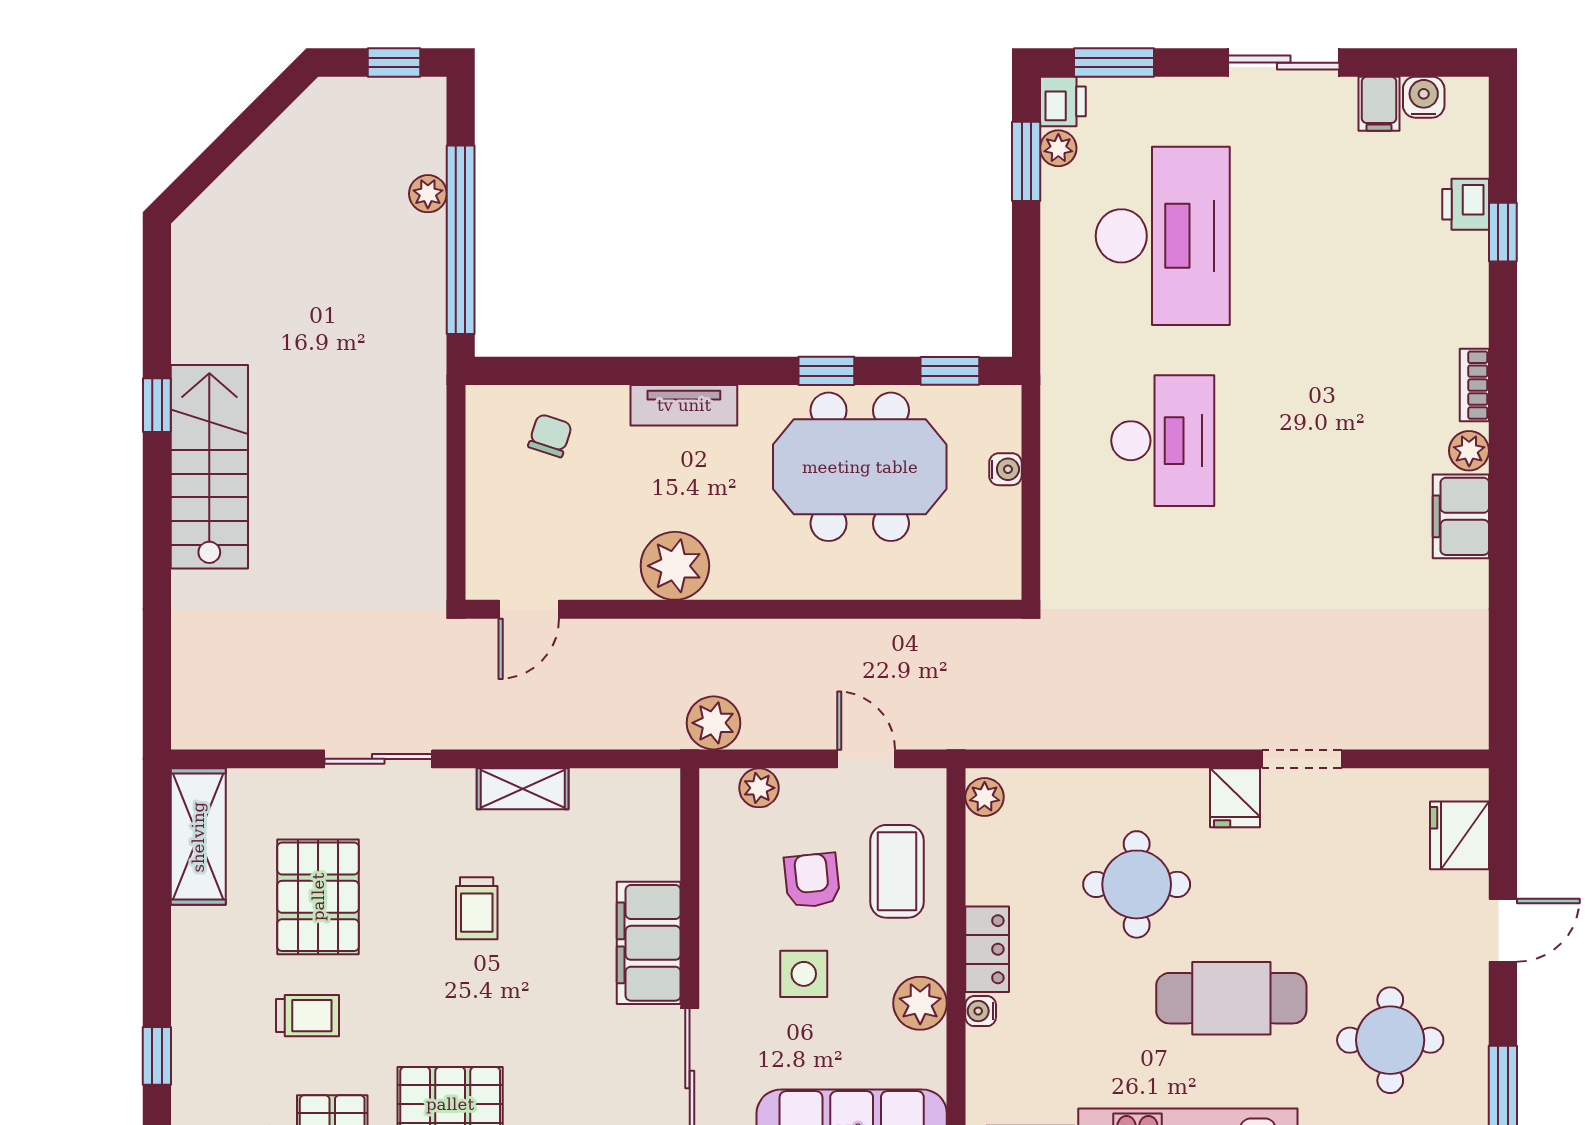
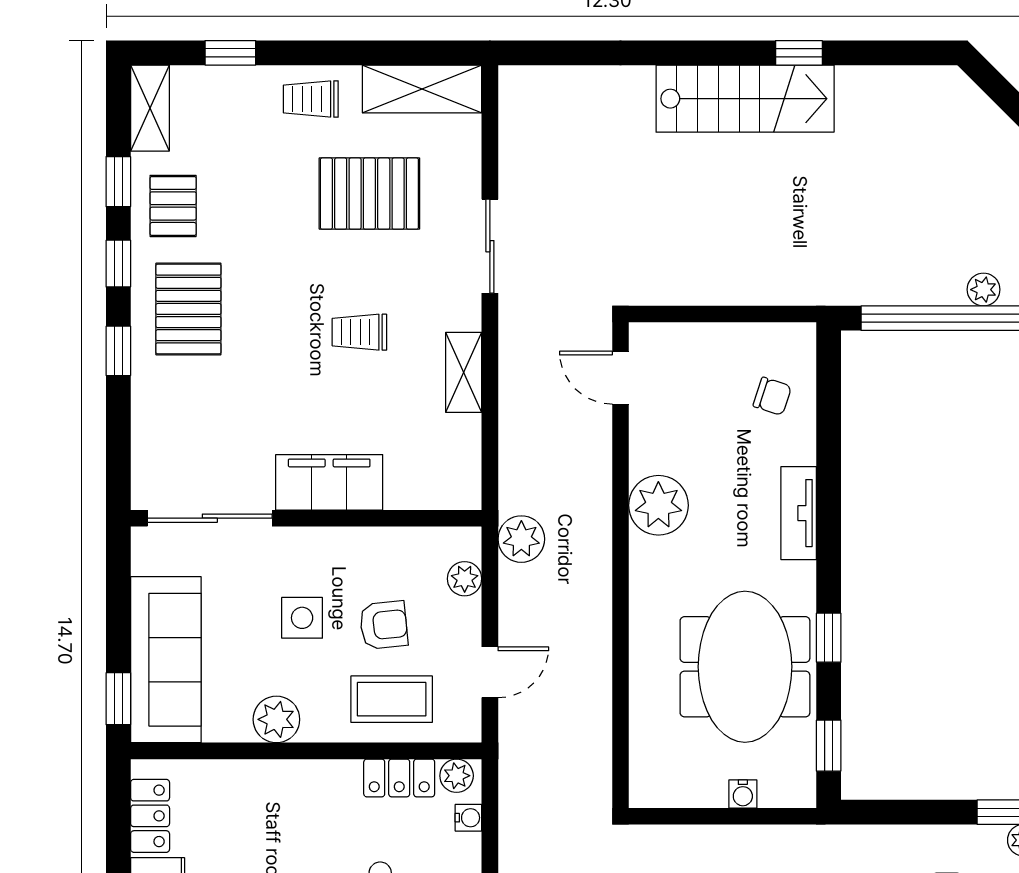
locker: (987, 949) -> (399, 778), moved
water cooler: (981, 1011) -> (468, 818), moved, turned 90
trolley: (308, 1016) -> (311, 99), moved, turned 90

